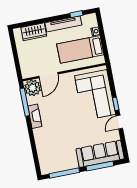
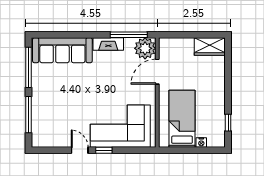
tv unit: (63, 24) -> (219, 104), removed
wardrobe: (34, 32) -> (210, 46), moved, turned -90
door: (48, 75) -> (157, 72), hinge flipped
sofa: (100, 154) -> (62, 50), moved, turned 90

